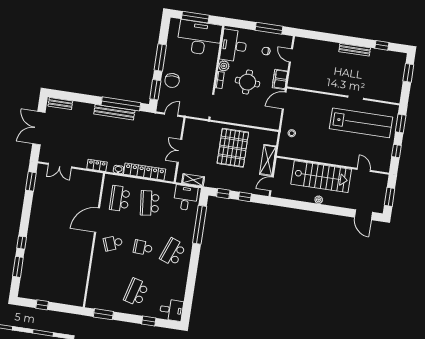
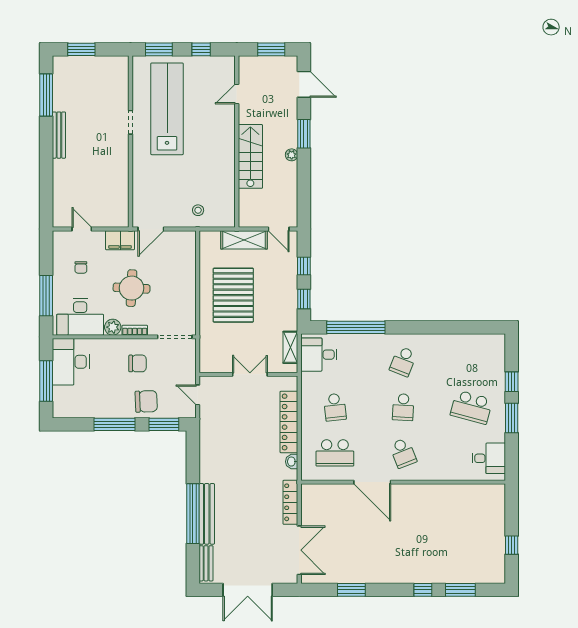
window: (269, 28) -> (46, 296), moved
desk: (199, 38) -> (71, 362), width x0.73, depth x0.77
window: (382, 45) -> (46, 95), width x2.17
door: (291, 55) -> (82, 229), swing flipped
chair: (198, 79) -> (137, 363), added
door: (284, 101) -> (151, 229), hinge flipped
window: (121, 104) -> (193, 514), moved
bench: (114, 112) -> (207, 514), moved
pallet: (233, 148) -> (233, 295), turned 90
double door: (179, 151) -> (250, 374), swing flipped
locker: (97, 165) -> (290, 502), width x1.53
double door: (60, 166) -> (299, 550), width x1.37
stairs: (321, 177) -> (250, 156), width x0.73, depth x0.66
window: (31, 181) -> (351, 590), moved
school desk: (150, 203) -> (335, 407), width x0.54
window: (331, 210) -> (304, 134), added
door: (363, 215) -> (304, 84), hinge flipped
school desk: (173, 252) -> (403, 361), width x0.54
desk: (171, 310) -> (489, 458), moved, turned 90
window: (103, 314) -> (512, 418), moved

